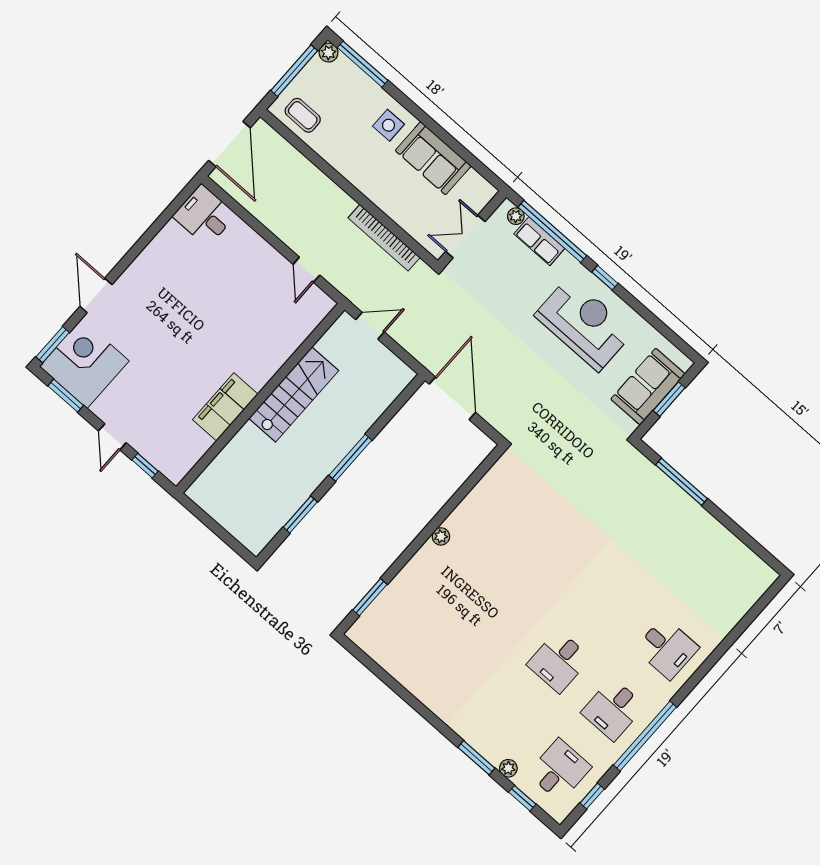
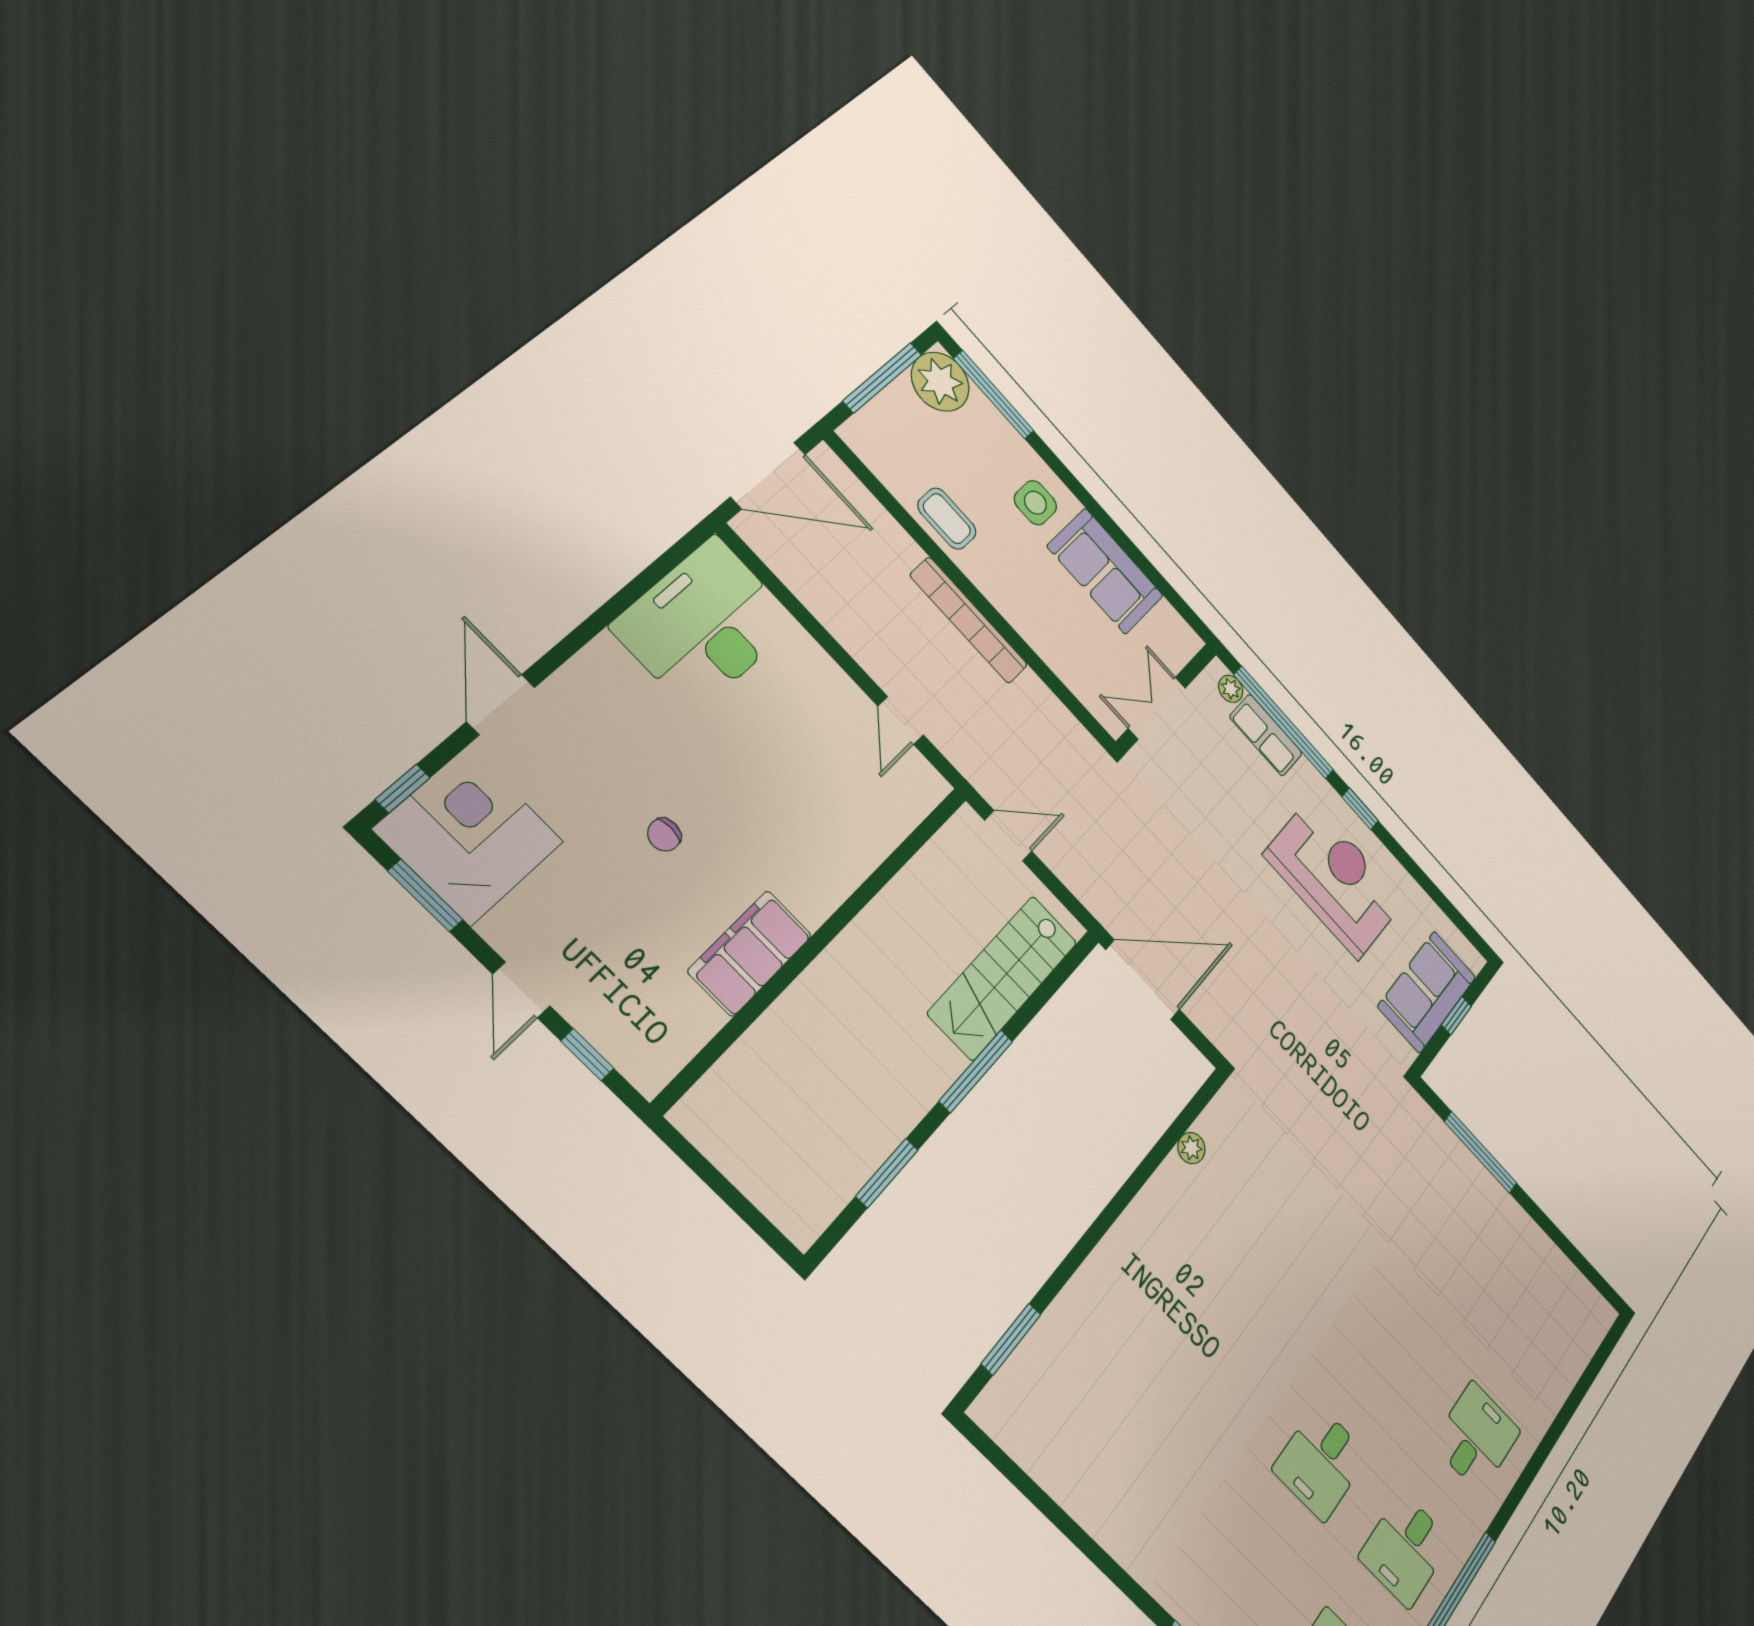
plant: (329, 53) -> (940, 382), width x1.87, depth x1.87
coffee table: (303, 115) -> (947, 519), moved
door: (229, 144) -> (768, 475), hinge flipped
desk: (204, 216) -> (705, 624), width x1.87, depth x1.30
bookcase: (384, 238) -> (969, 620), moved
window: (53, 345) -> (403, 789), width x0.67
chair: (179, 351) -> (664, 835), added
stairs: (294, 394) -> (1003, 978), moved, turned 180
door: (452, 398) -> (1143, 980), hinge flipped
window: (669, 399) -> (1456, 1016), width x0.67
plant: (441, 536) -> (1191, 1148), moved
desk: (667, 648) -> (1476, 1437), turned -90

